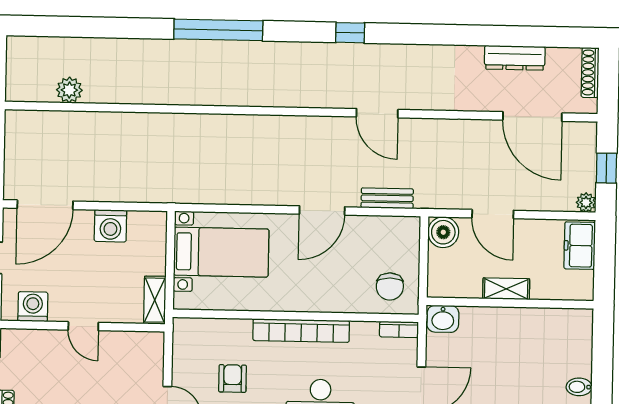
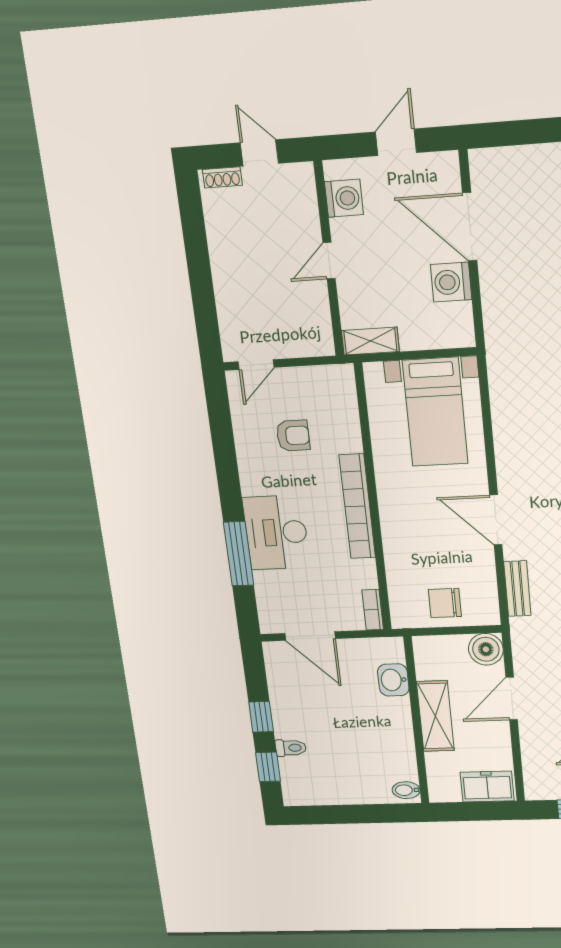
plant: (586, 202) -> (535, 791), removed
door: (45, 205) -> (470, 227), moved
chair: (390, 287) -> (445, 603), moved
shelving: (506, 289) -> (435, 716), width x1.50, depth x1.33
washbasin: (443, 319) -> (393, 680), moved
bidet: (579, 387) -> (406, 790), moved, turned -90

